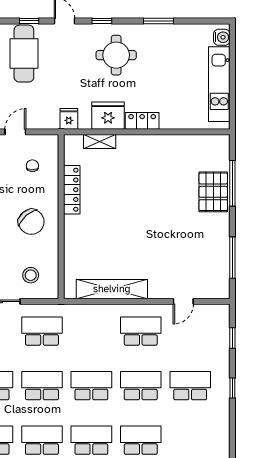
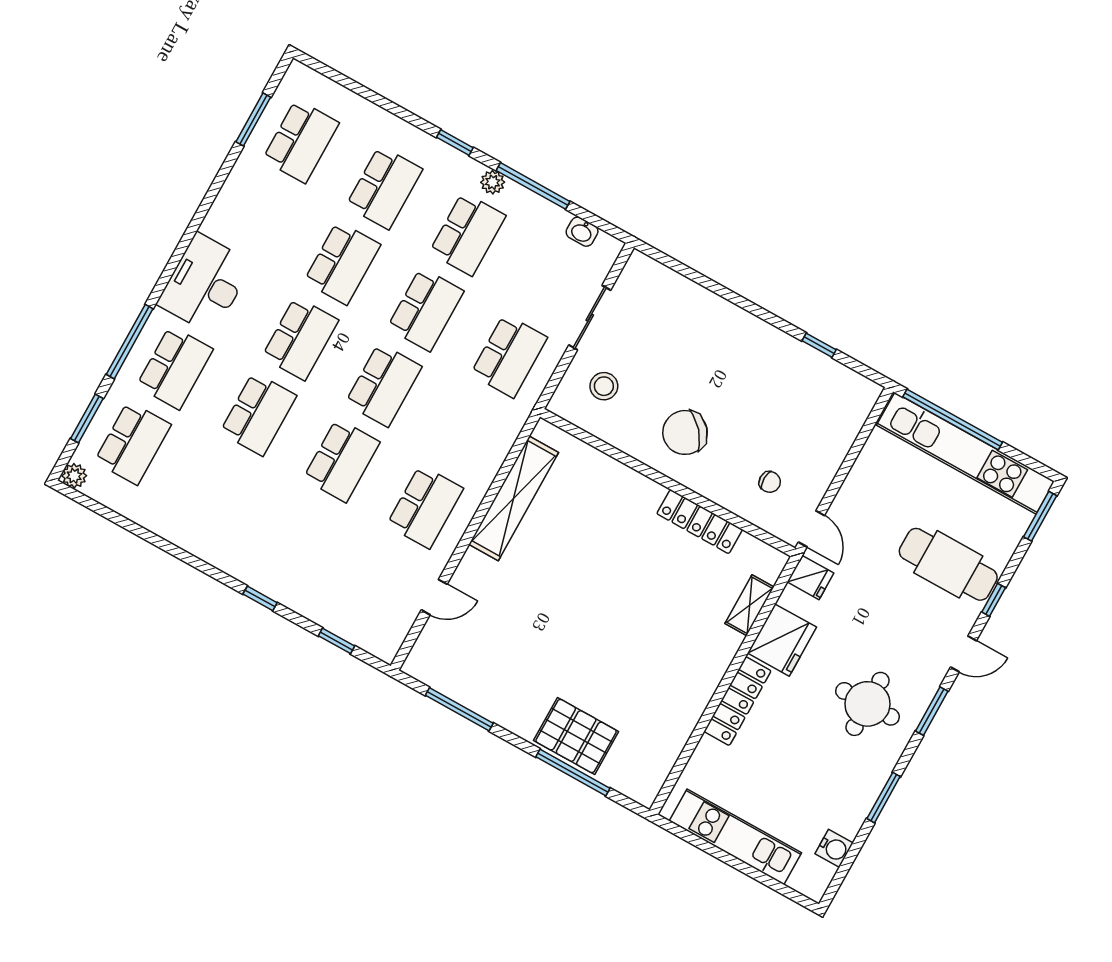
window: (102, 21) -> (932, 711), width x1.50
water cooler: (222, 37) -> (834, 848), moved, turned -90
locker: (142, 121) -> (737, 701), width x1.53
door: (15, 132) -> (811, 529), moved
door: (183, 301) -> (434, 597), swing flipped
school desk: (190, 386) -> (300, 536), removed

